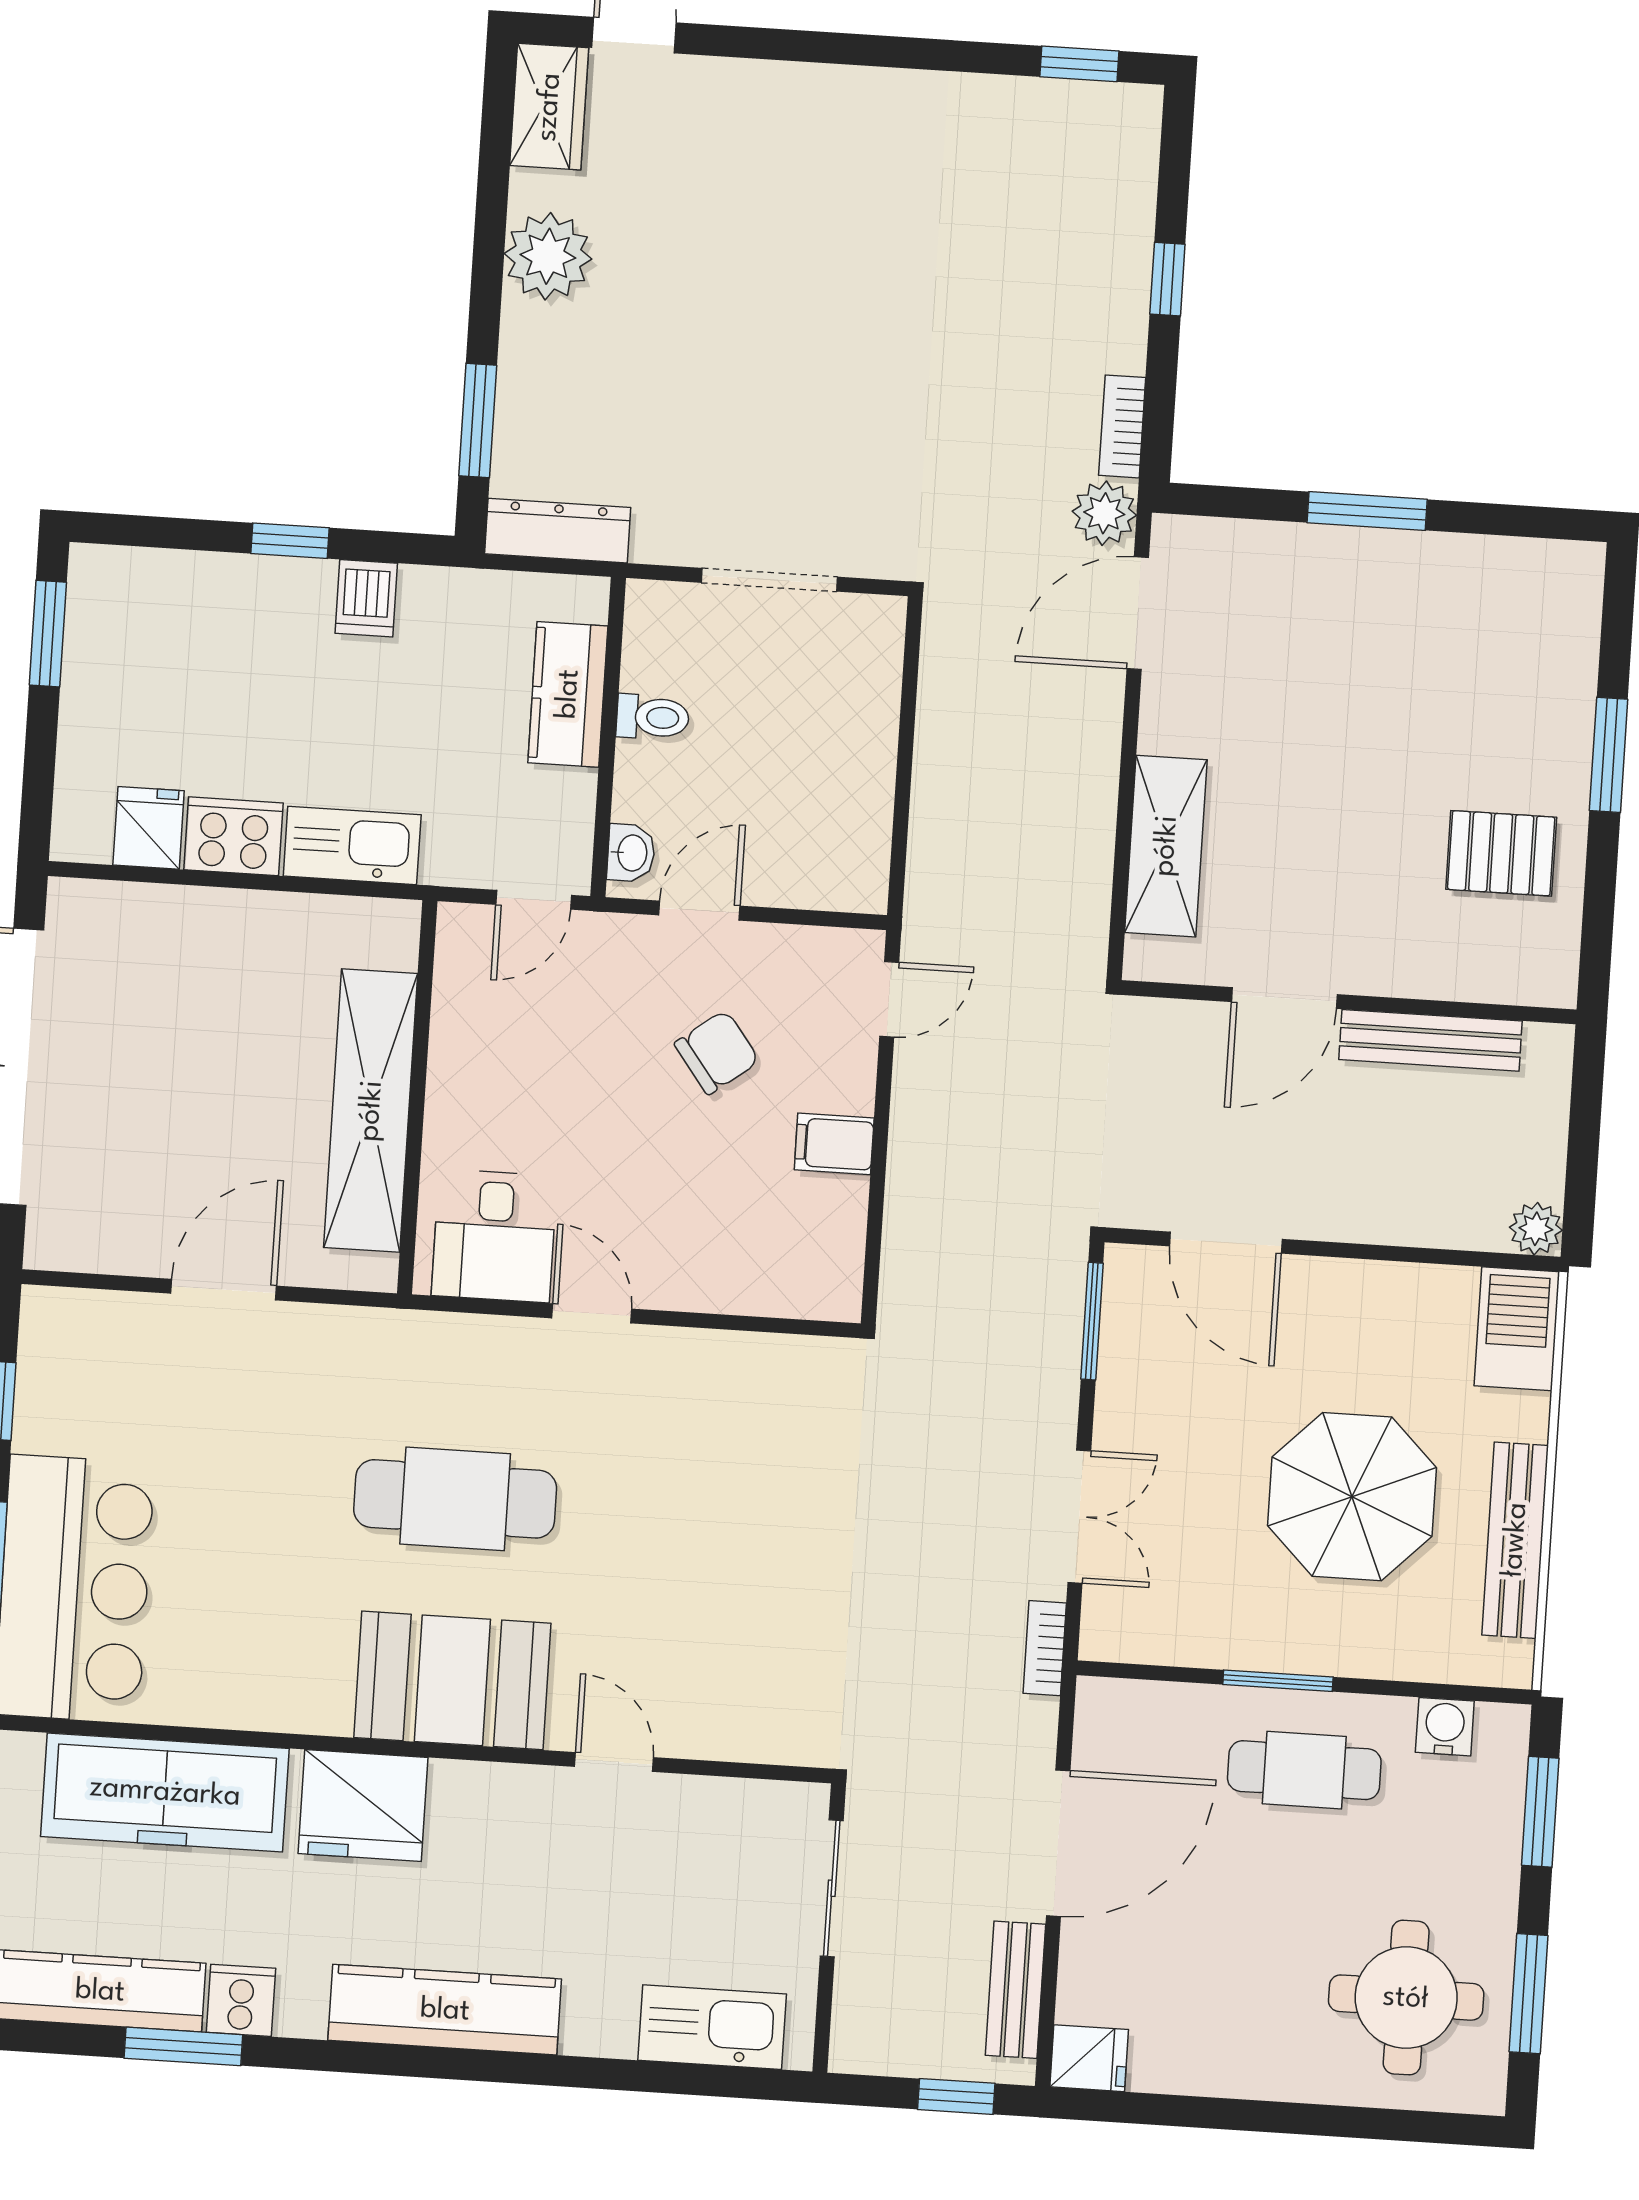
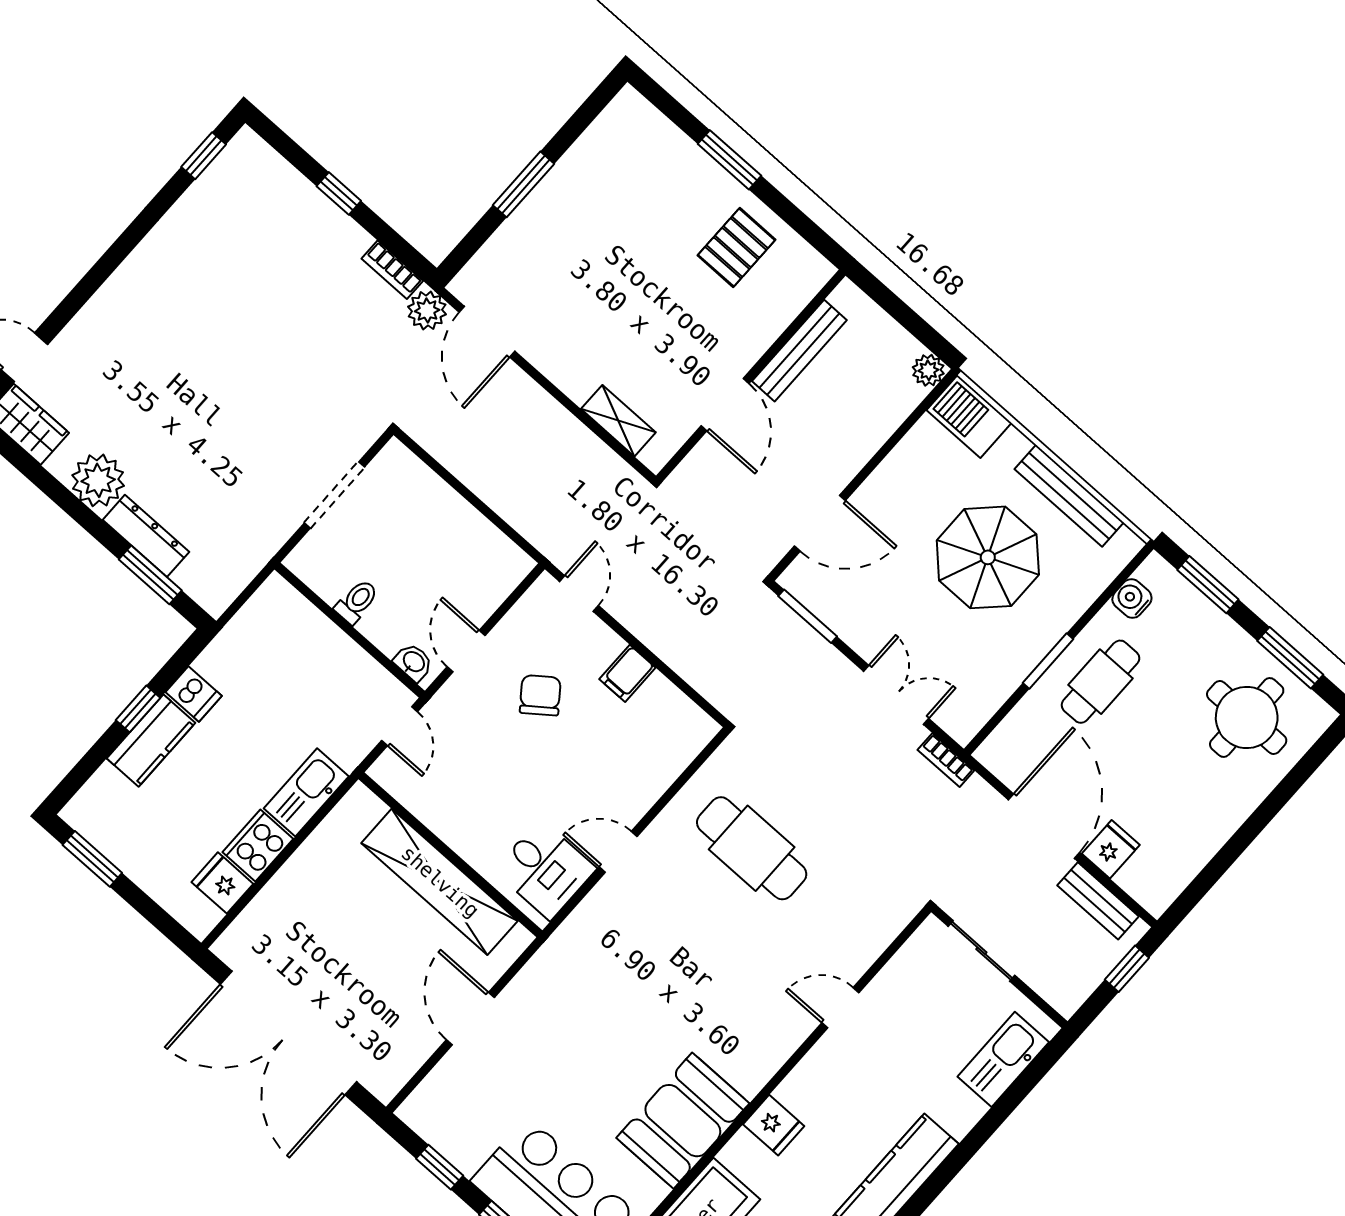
dresser: (558, 531) -> (146, 536), moved, turned 90
kitchen counter: (568, 694) -> (151, 741), moved, turned -90
shelving: (1166, 846) -> (618, 421), width x0.67, depth x0.75
cafe table: (455, 1499) -> (752, 848), moved, turned 90
booth: (452, 1680) -> (683, 1121), moved
fridge: (363, 1806) -> (774, 1125), width x0.53, depth x0.75
fridge: (1089, 2058) -> (1111, 849), moved

